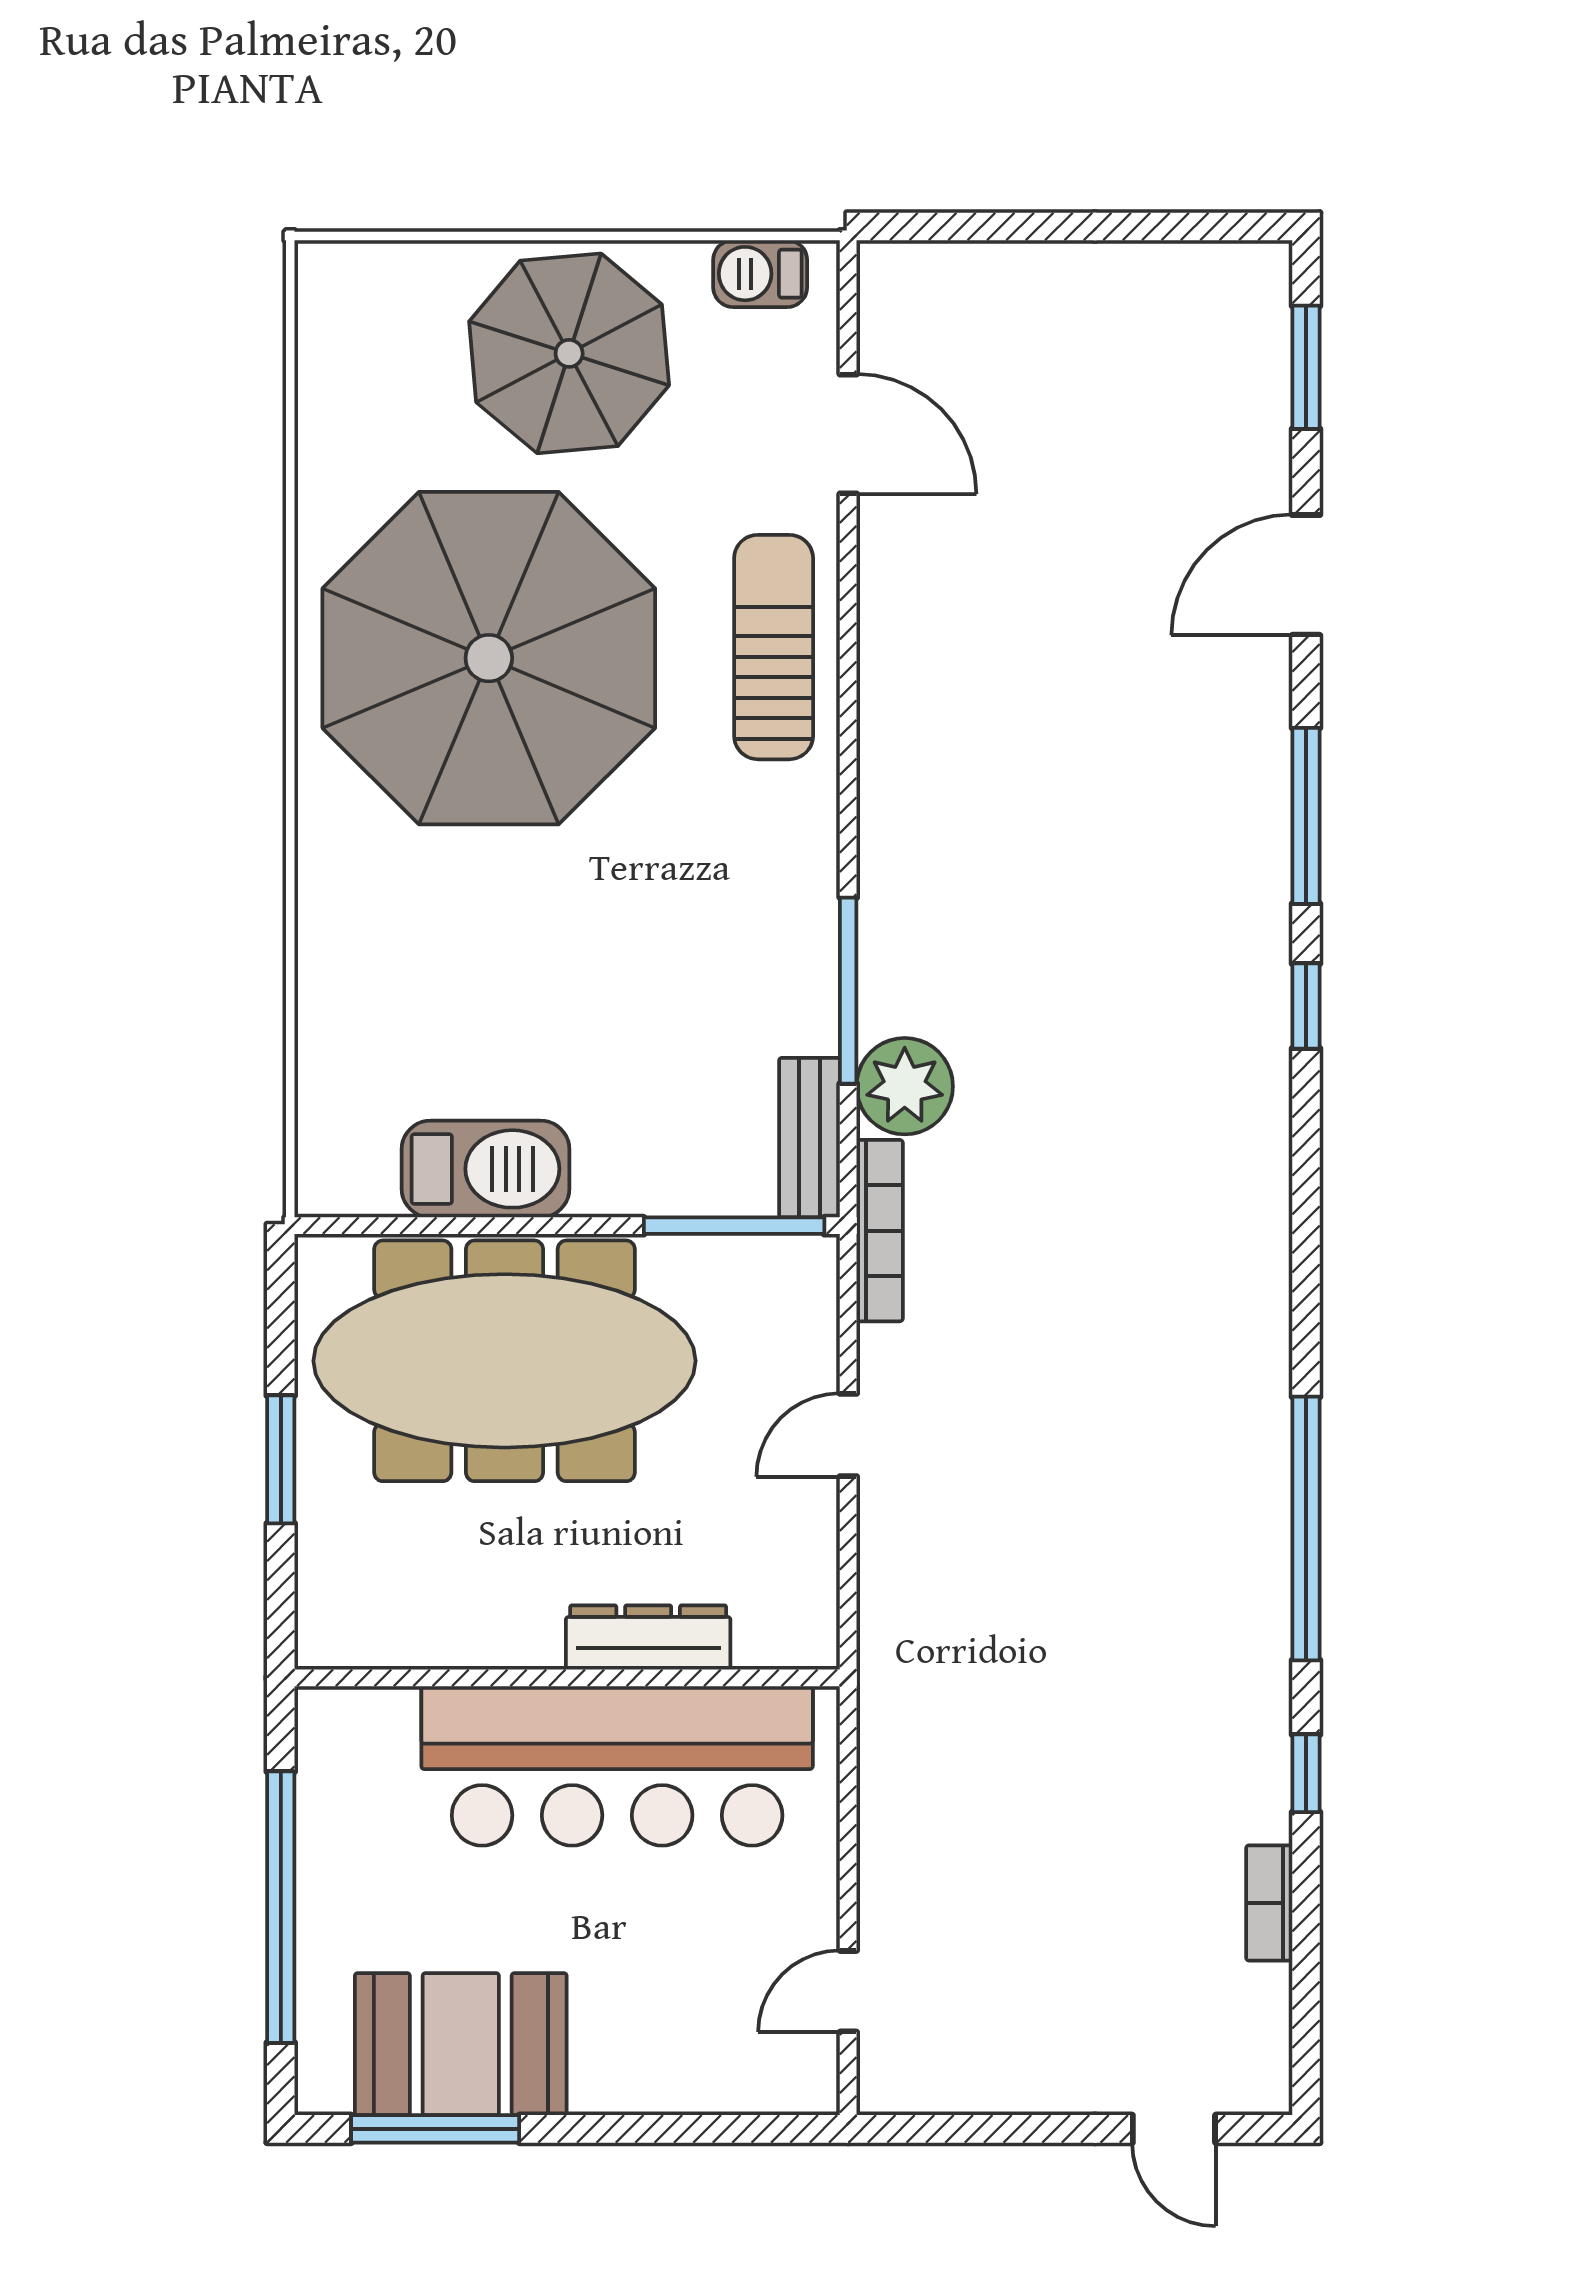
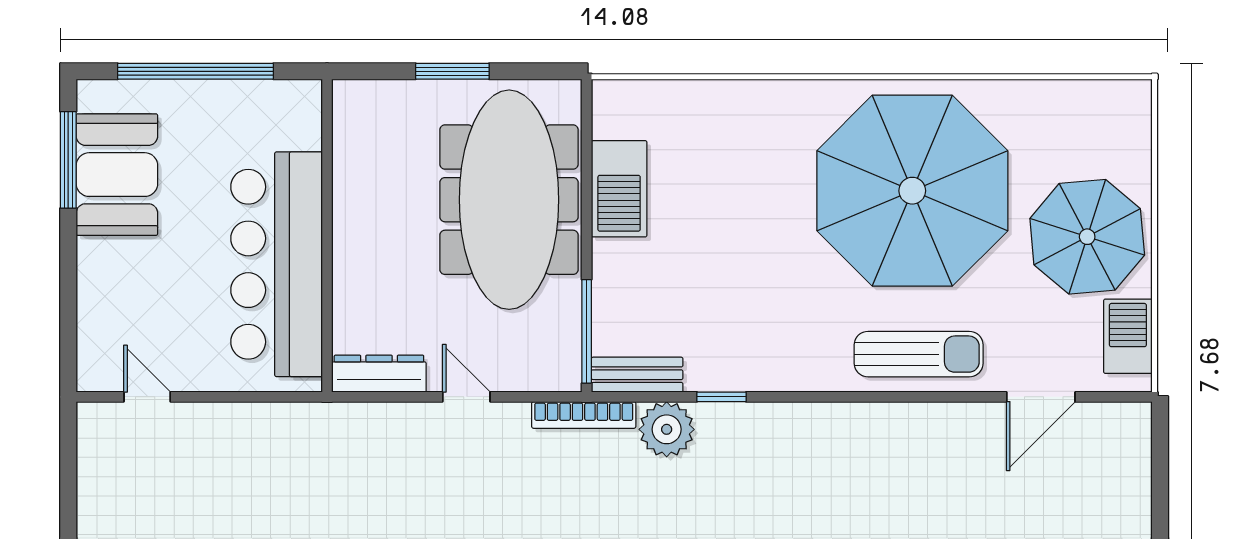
barbecue: (760, 274) -> (1128, 336), width x1.38, depth x1.27
window: (848, 991) -> (721, 397), width x0.46
dresser: (648, 1638) -> (379, 374), moved, turned -90

